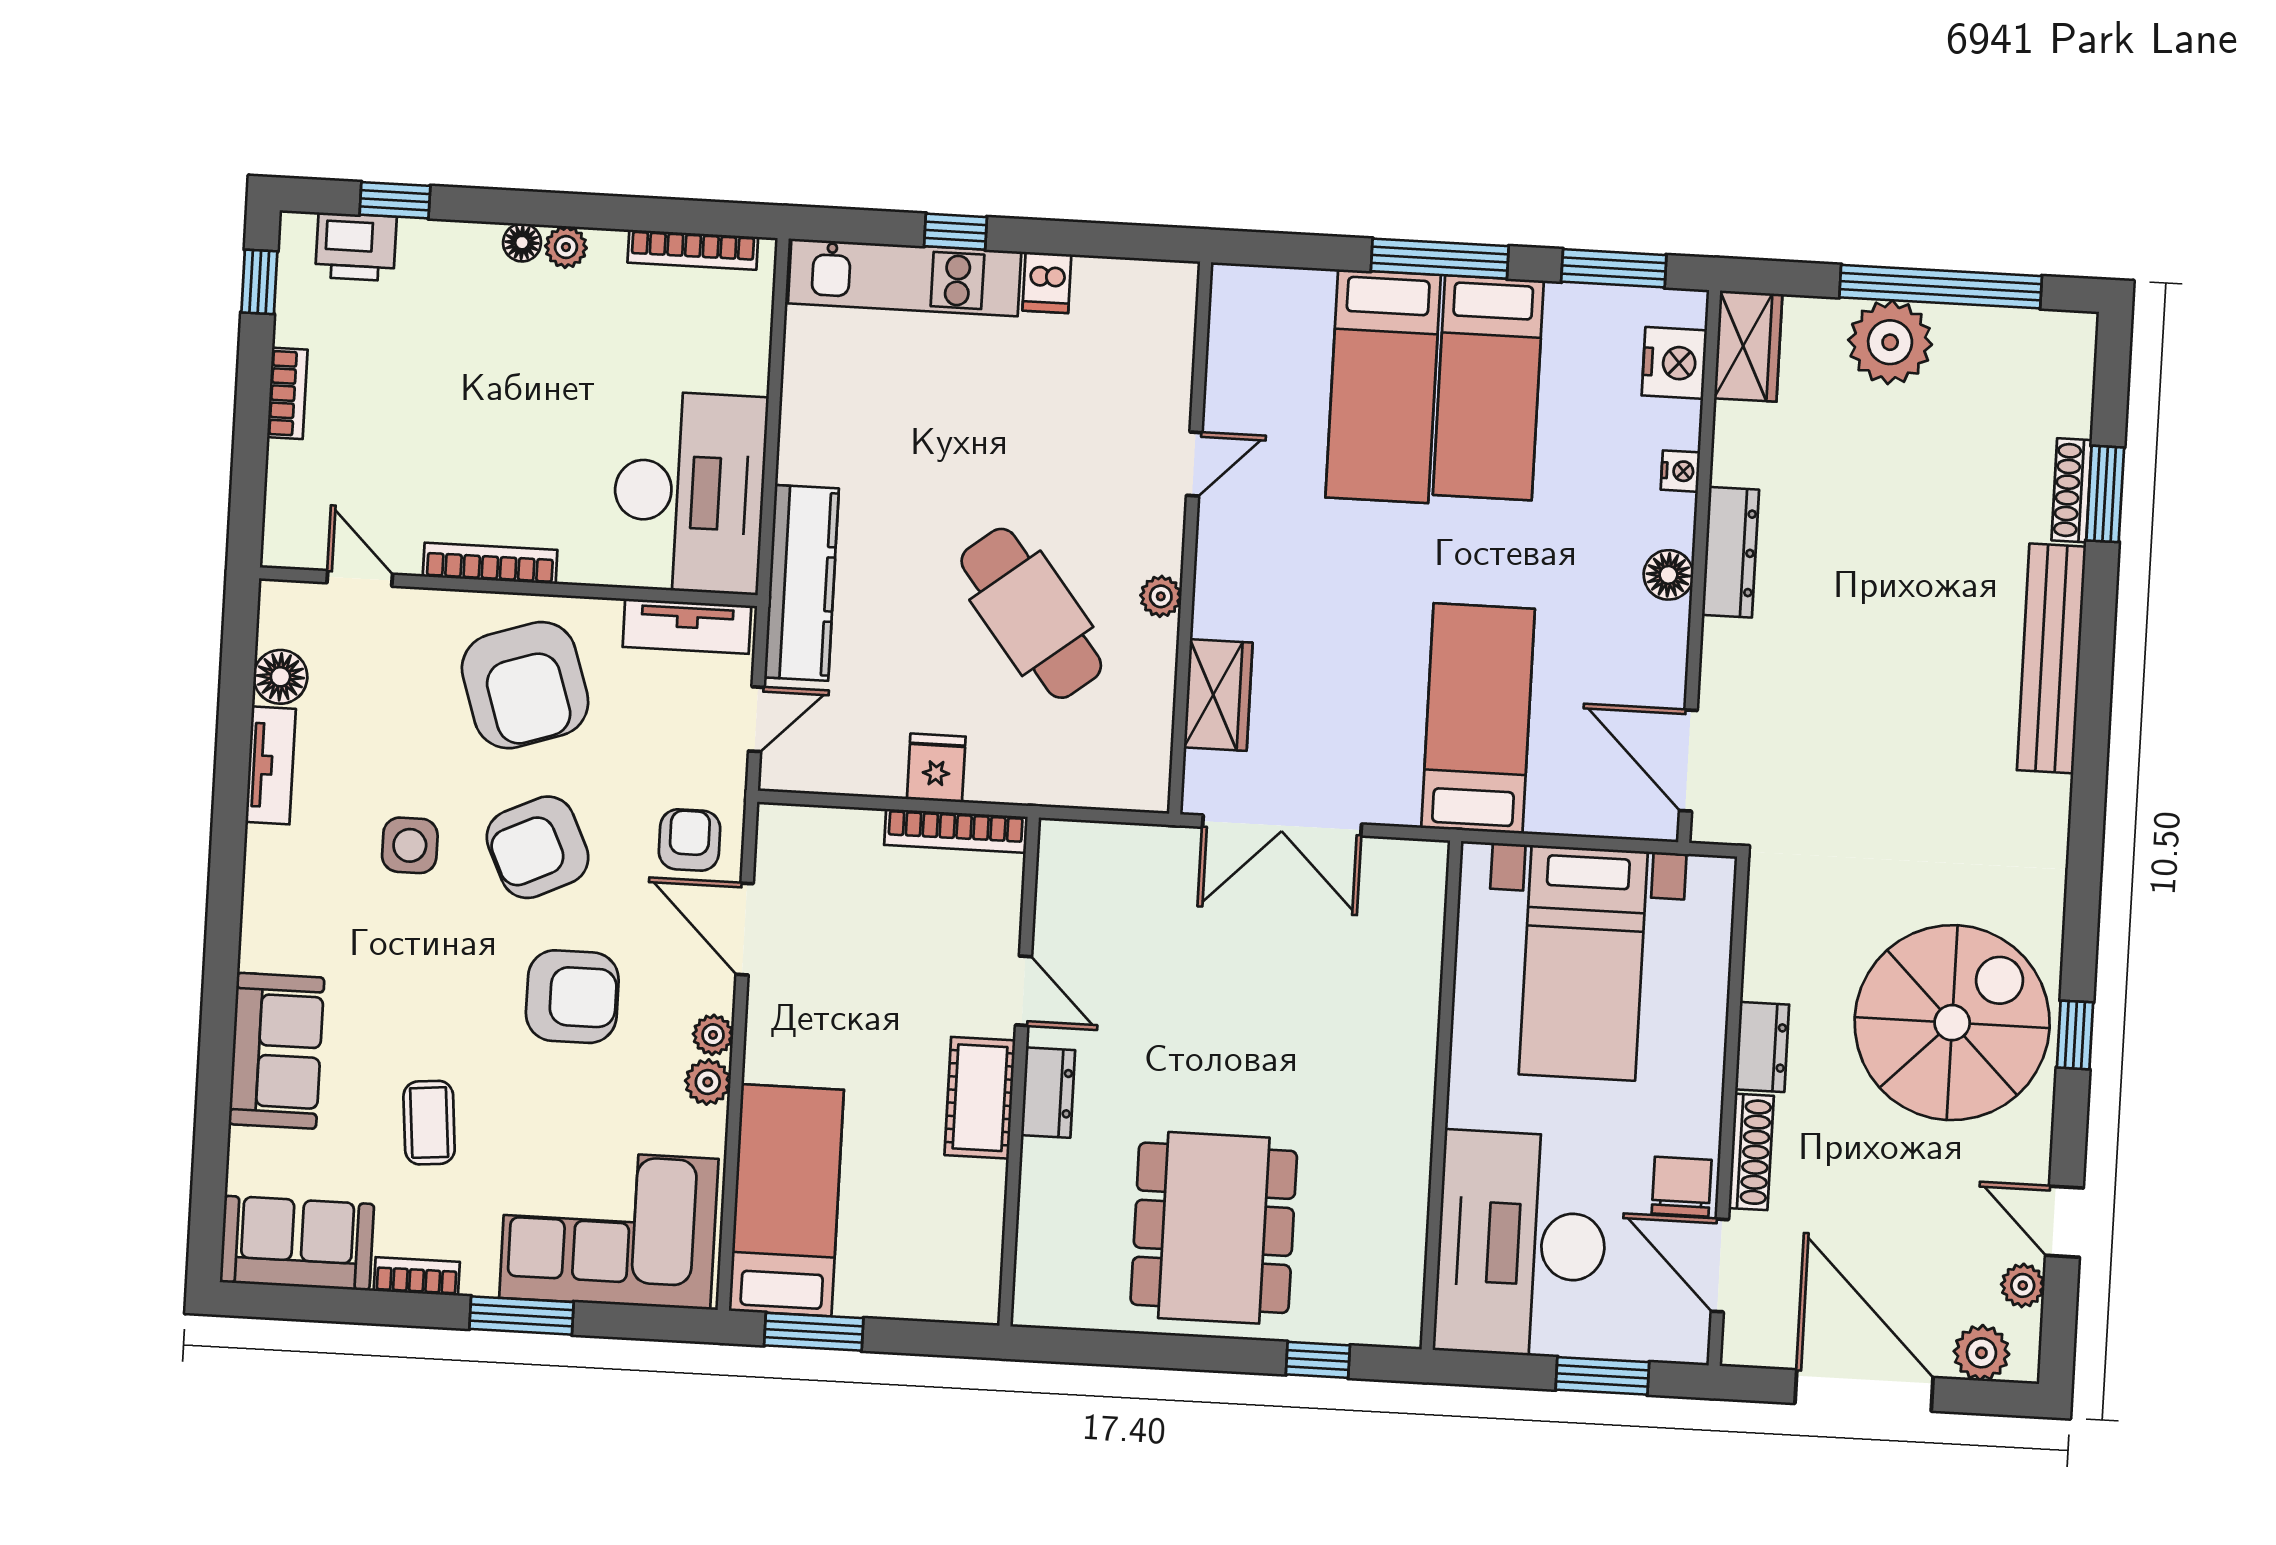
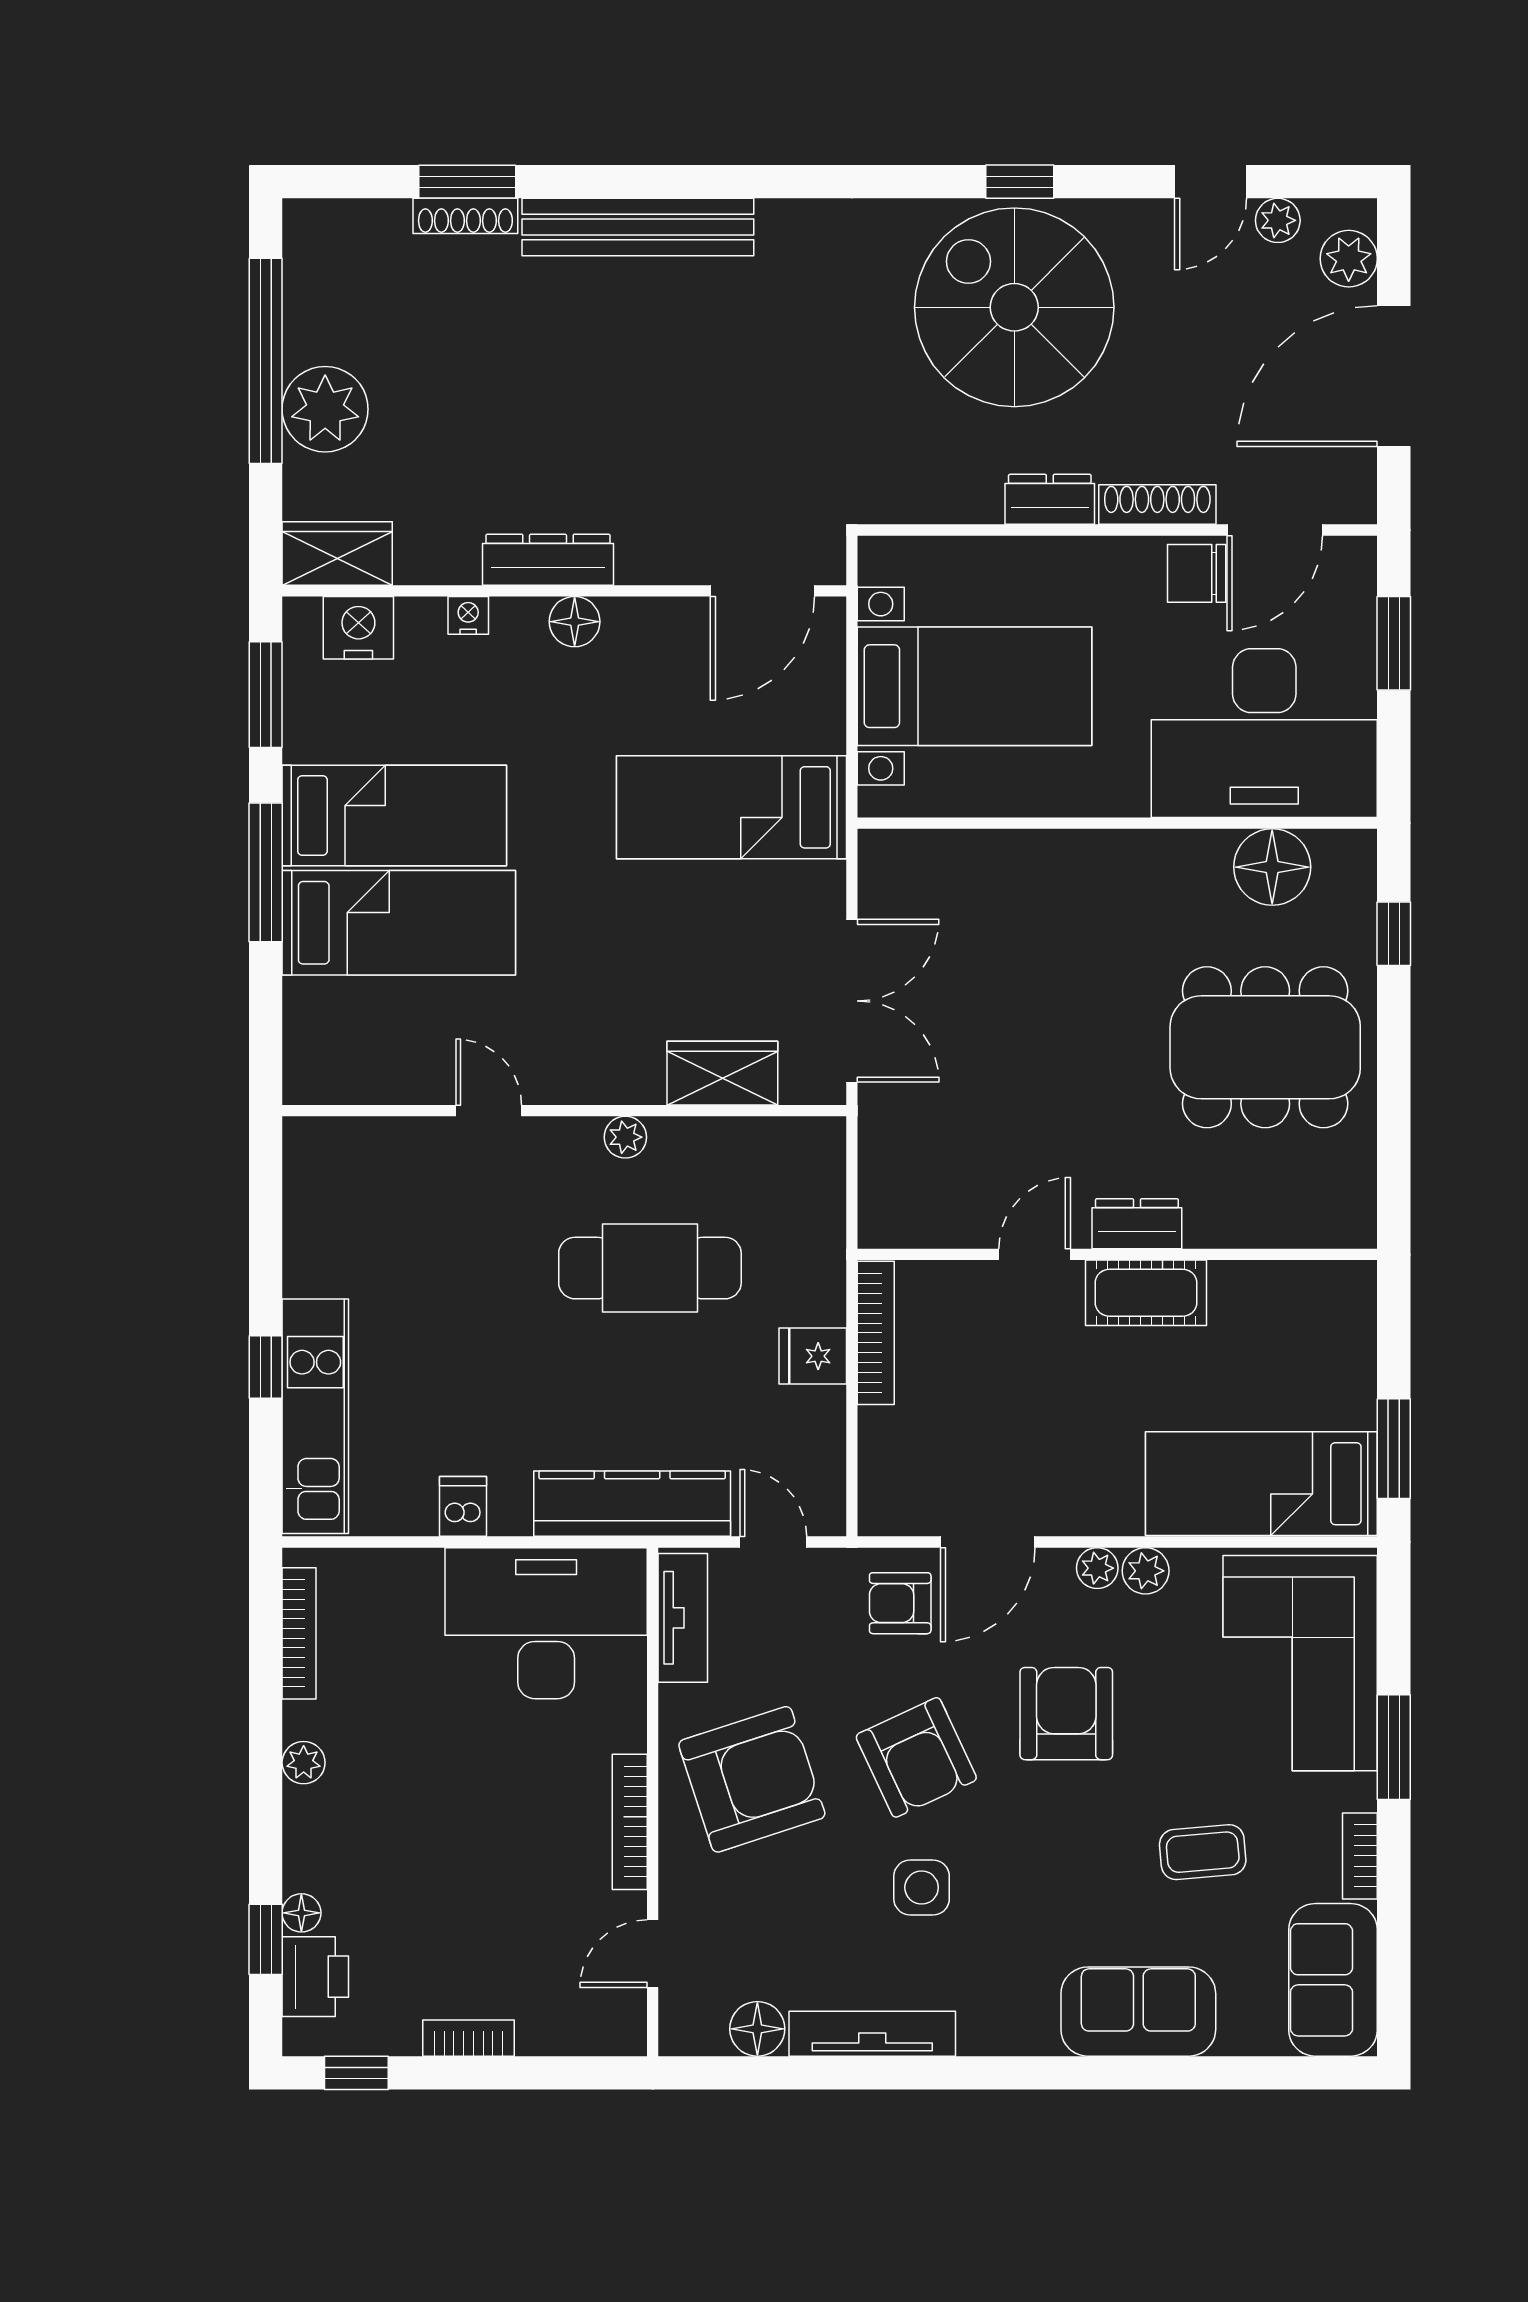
floor lamp: (522, 243) -> (301, 1913), moved
dishwasher: (1047, 282) -> (463, 1506), moved, turned -90
cafe table: (1031, 613) -> (650, 1268), turned 38
tv unit: (271, 765) -> (872, 2034), width x1.41
floor lamp: (1390, 1245) -> (1272, 867), added

